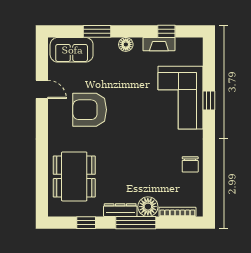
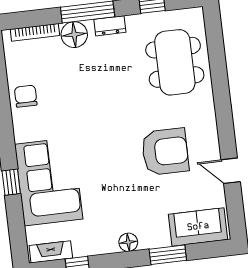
fireplace: (159, 44) -> (51, 252), moved
dresser: (120, 210) -> (110, 26), width x0.70

